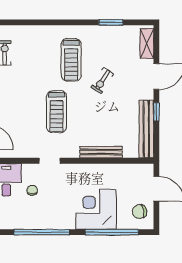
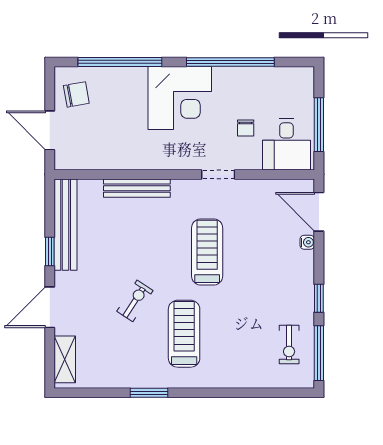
window: (111, 22) -> (149, 393), moved
corner desk: (96, 209) -> (180, 98), moved

